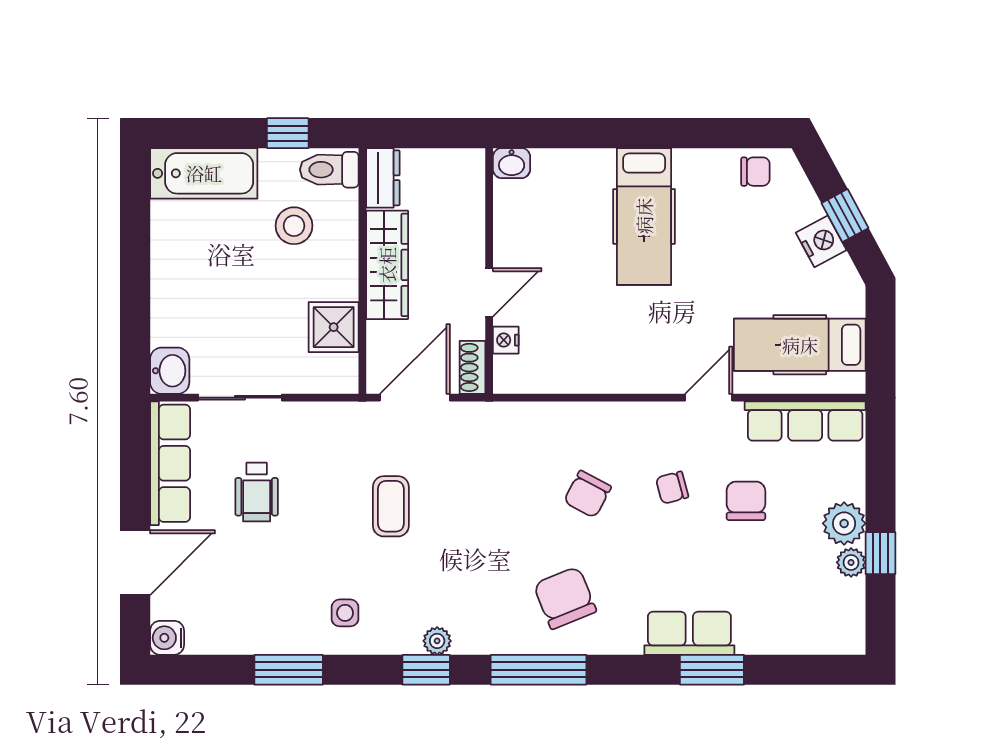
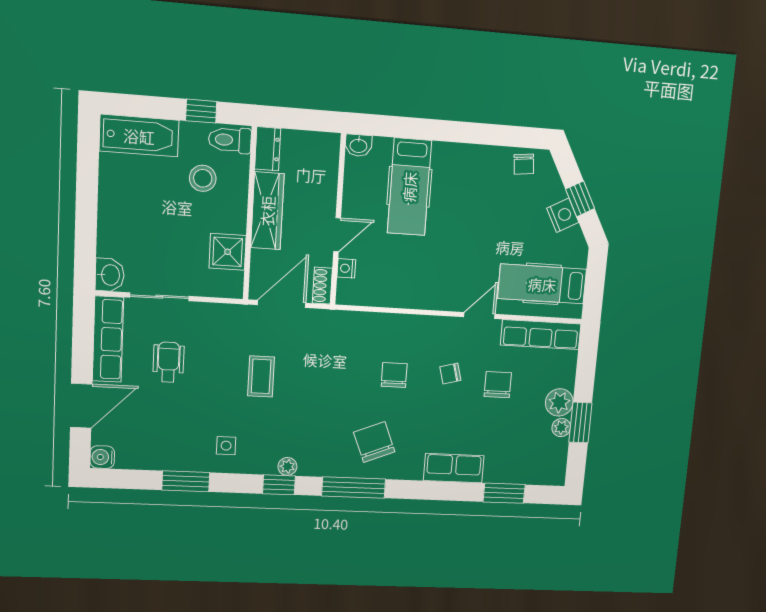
chair: (755, 172) -> (524, 164), turned 84
hospital bed: (644, 216) -> (409, 187), moved
wheelchair: (257, 492) -> (168, 362), turned 180
chair: (587, 494) -> (394, 375), turned 152
window: (880, 553) -> (580, 422), width x1.50
window: (712, 670) -> (504, 493), moved

